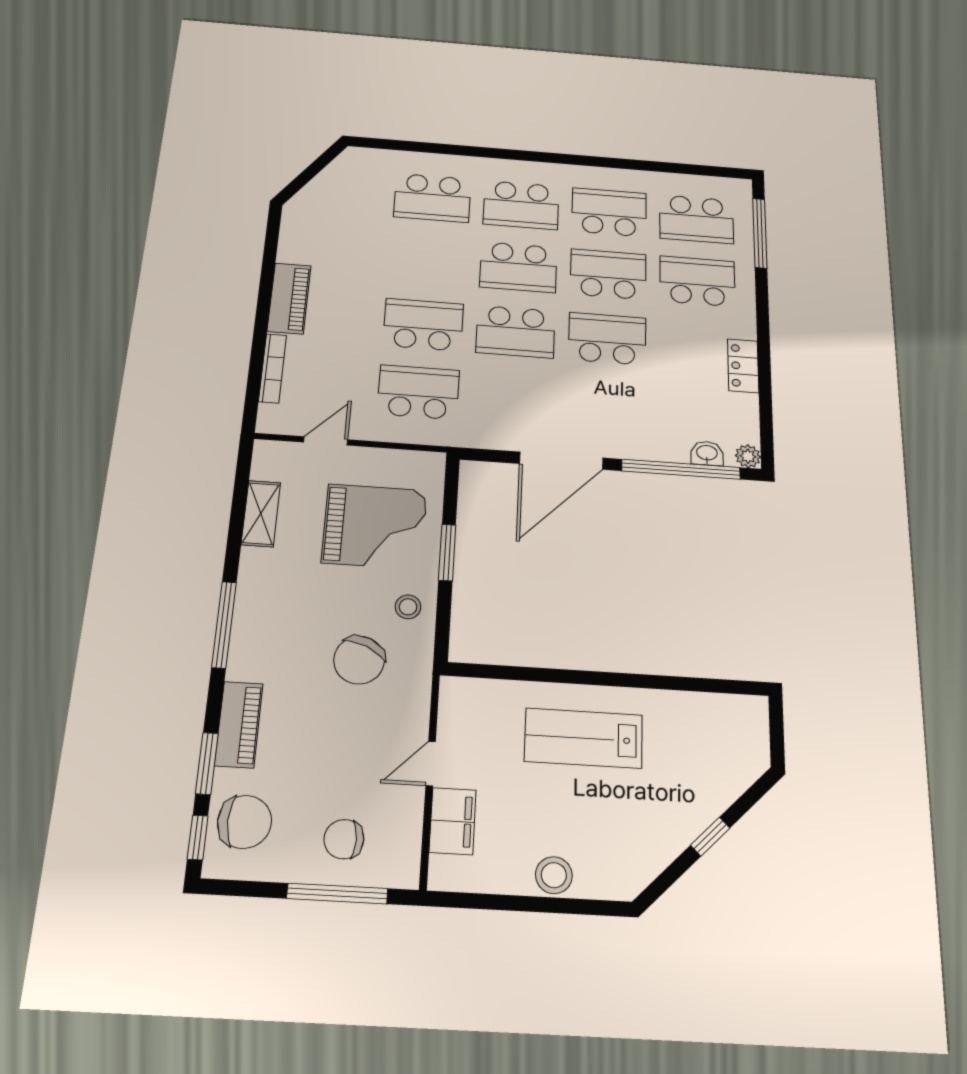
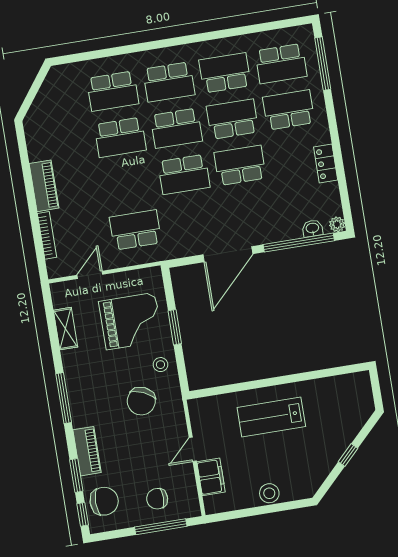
school desk: (423, 325) -> (120, 137), moved, turned 180

